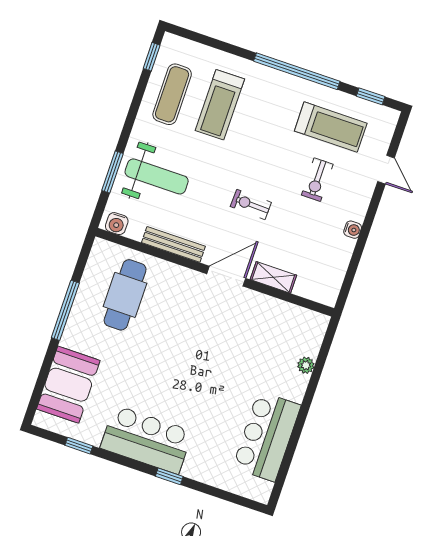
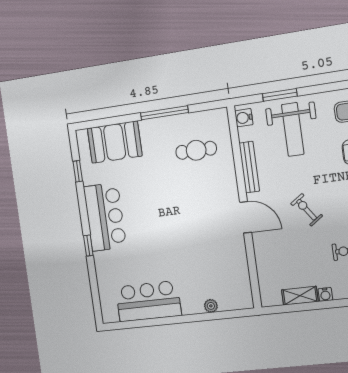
exercise bike: (251, 204) -> (307, 210), turned -37
shelving: (273, 277) -> (300, 296), moved, turned 90
cafe table: (125, 295) -> (196, 150), width x0.73, depth x0.74

